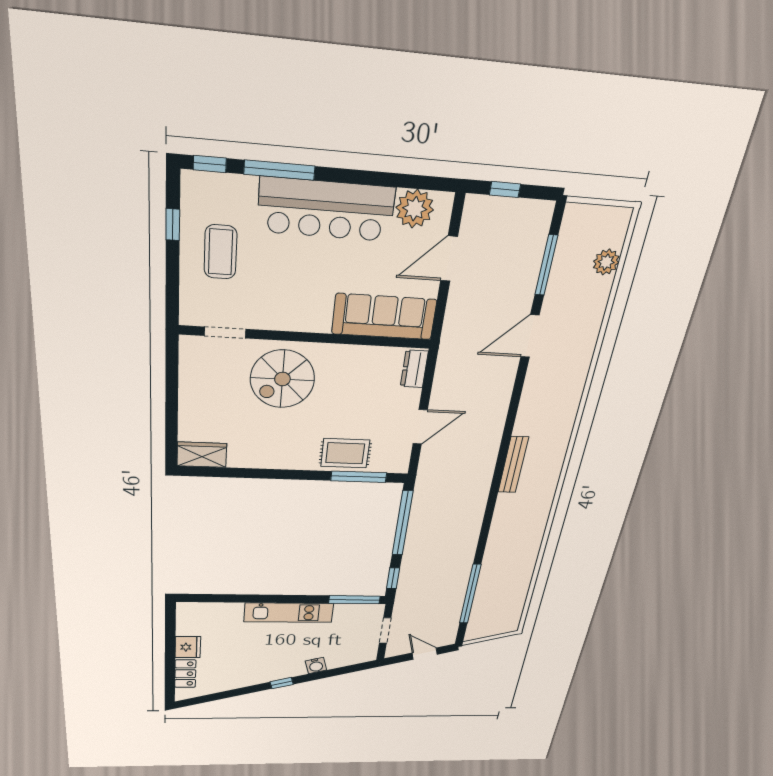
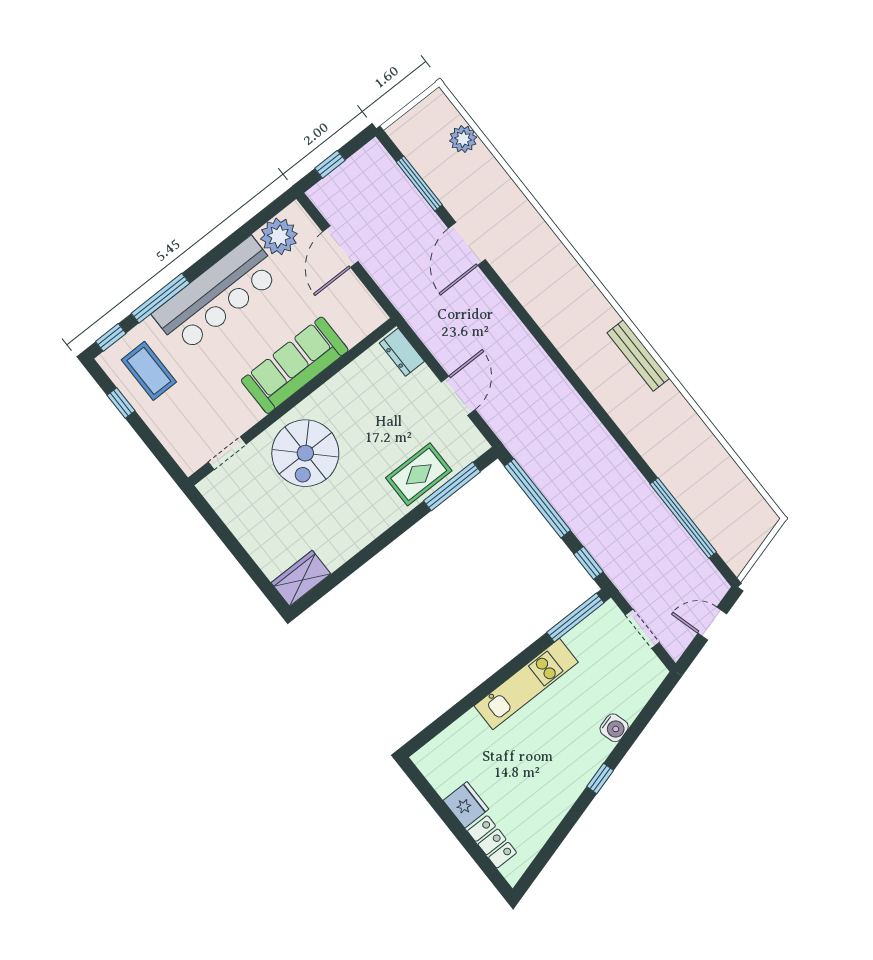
coffee table: (221, 252) -> (149, 371), moved
sofa: (384, 317) -> (295, 365), moved
bench: (513, 465) -> (638, 356), moved

